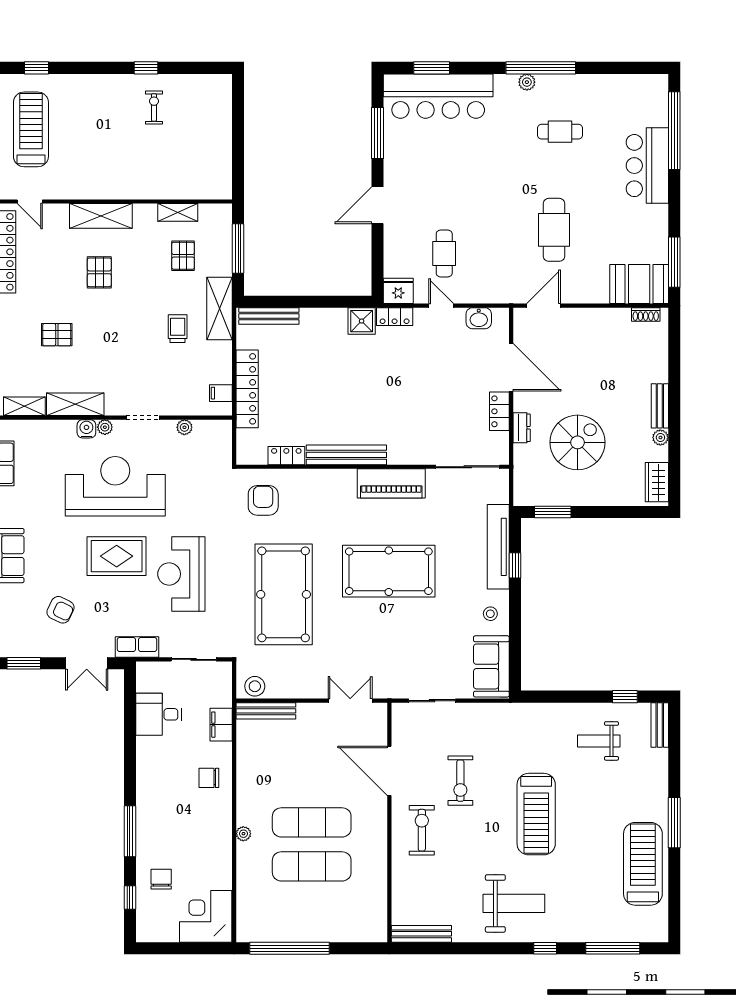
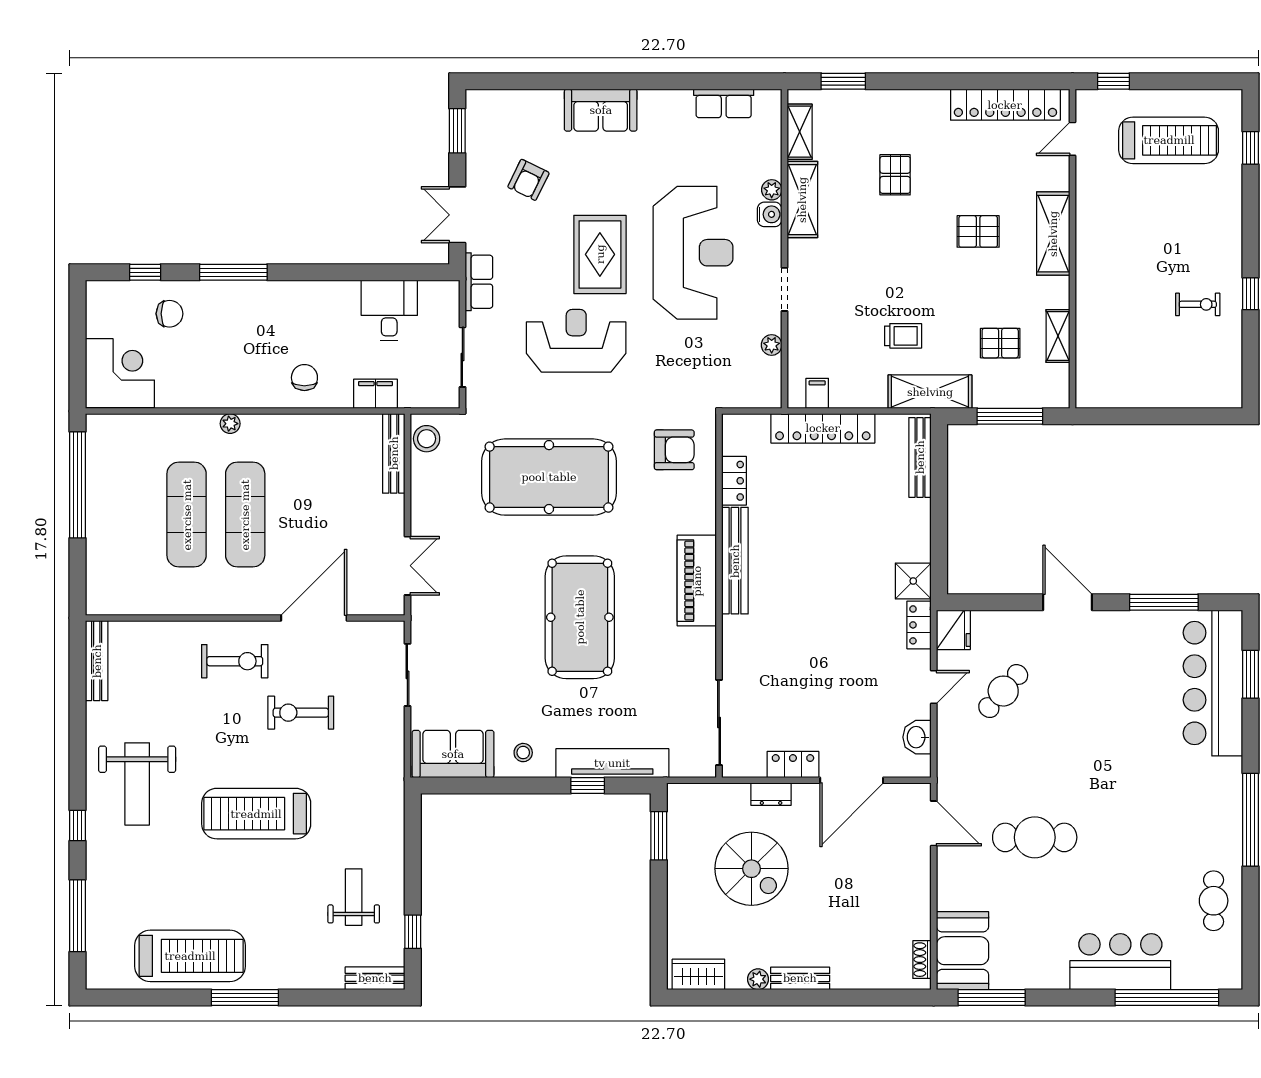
plant: (527, 82) -> (1232, 801), removed
cafe table: (560, 132) -> (1214, 901), moved
cafe table: (444, 253) -> (1003, 691), turned -49
plant: (105, 427) -> (772, 190), moved
piano: (391, 483) -> (697, 581), moved

